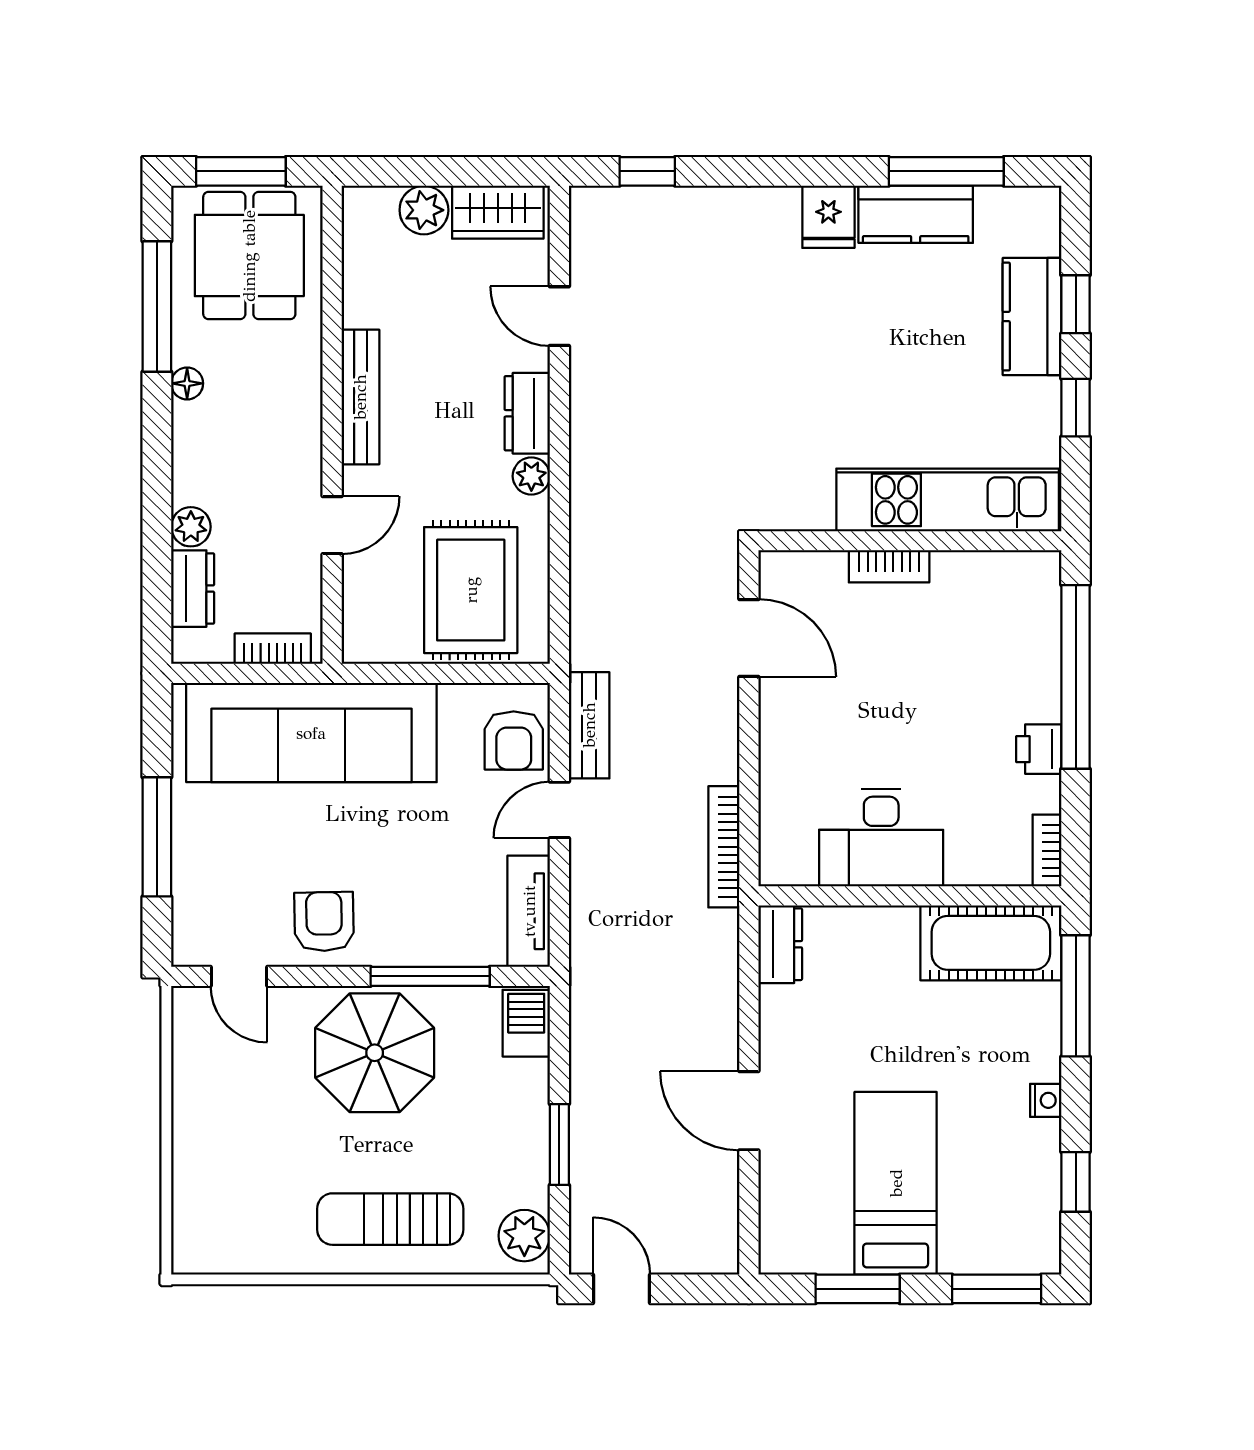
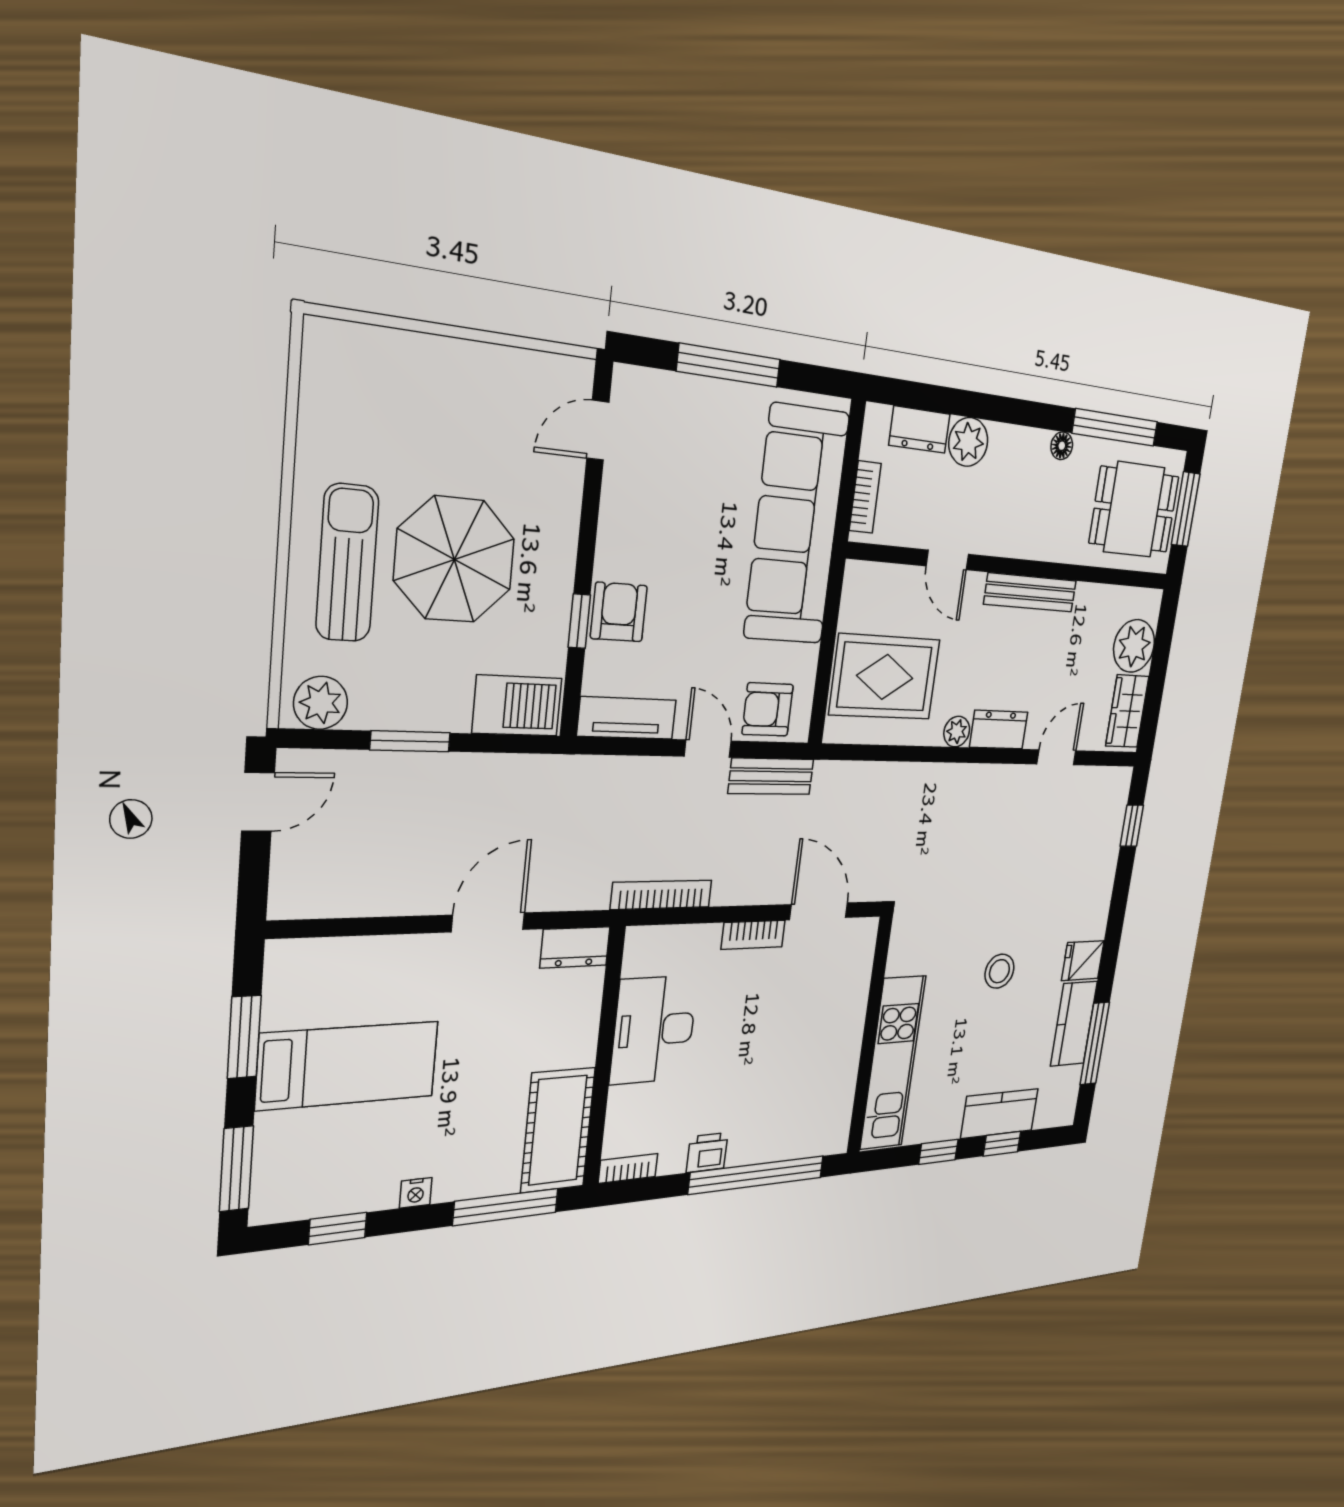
plant: (424, 210) -> (1134, 646), width x1.36, depth x1.36
stool: (836, 354) -> (999, 971), added
plant: (191, 527) -> (968, 442), width x1.38, depth x1.38
bookcase: (889, 566) -> (753, 935), moved, turned -90
door: (749, 638) -> (819, 911), swing flipped
armchair: (324, 922) -> (619, 612), moved, turned -89
window: (430, 976) -> (579, 621), width x0.46
barbecue: (526, 1023) -> (517, 706), width x1.38, depth x1.27
parasol: (375, 1053) -> (455, 560), moved
door: (749, 1111) -> (488, 922), moved

